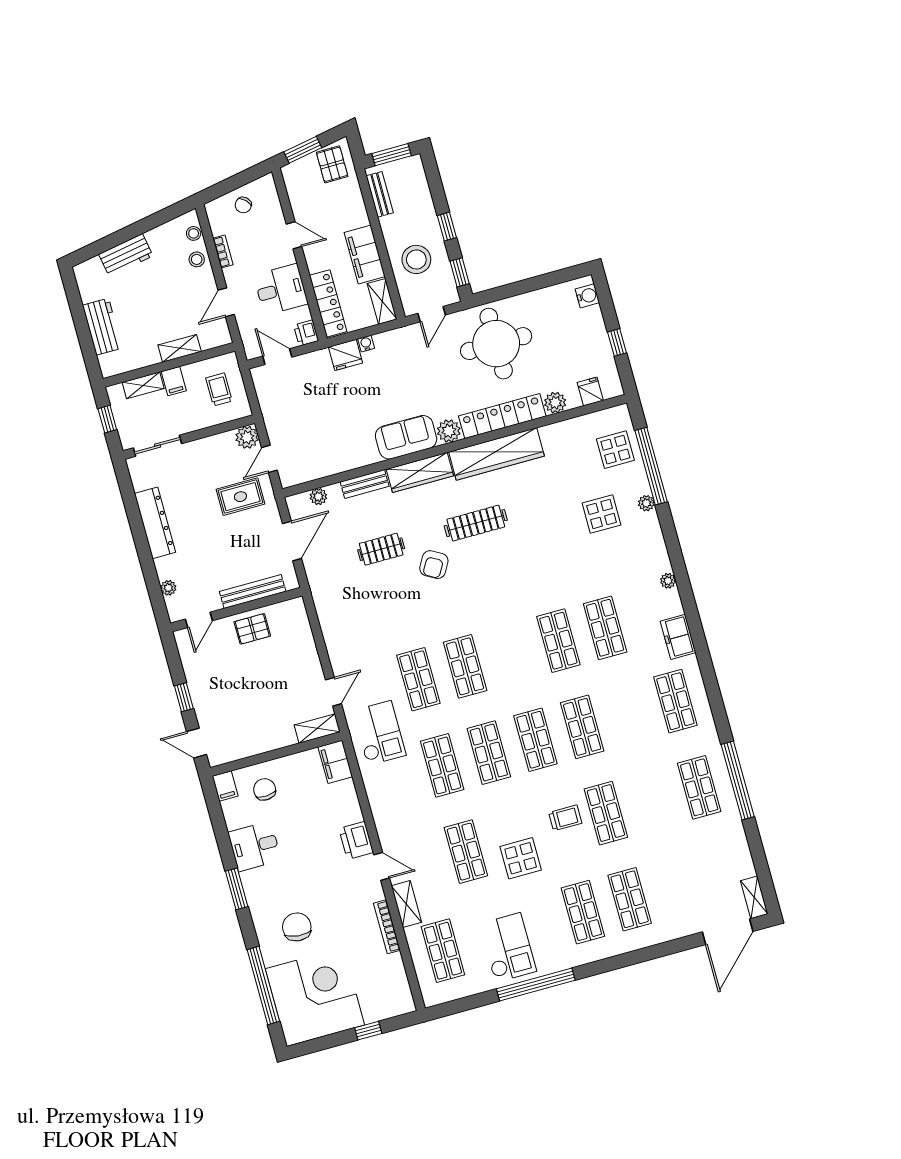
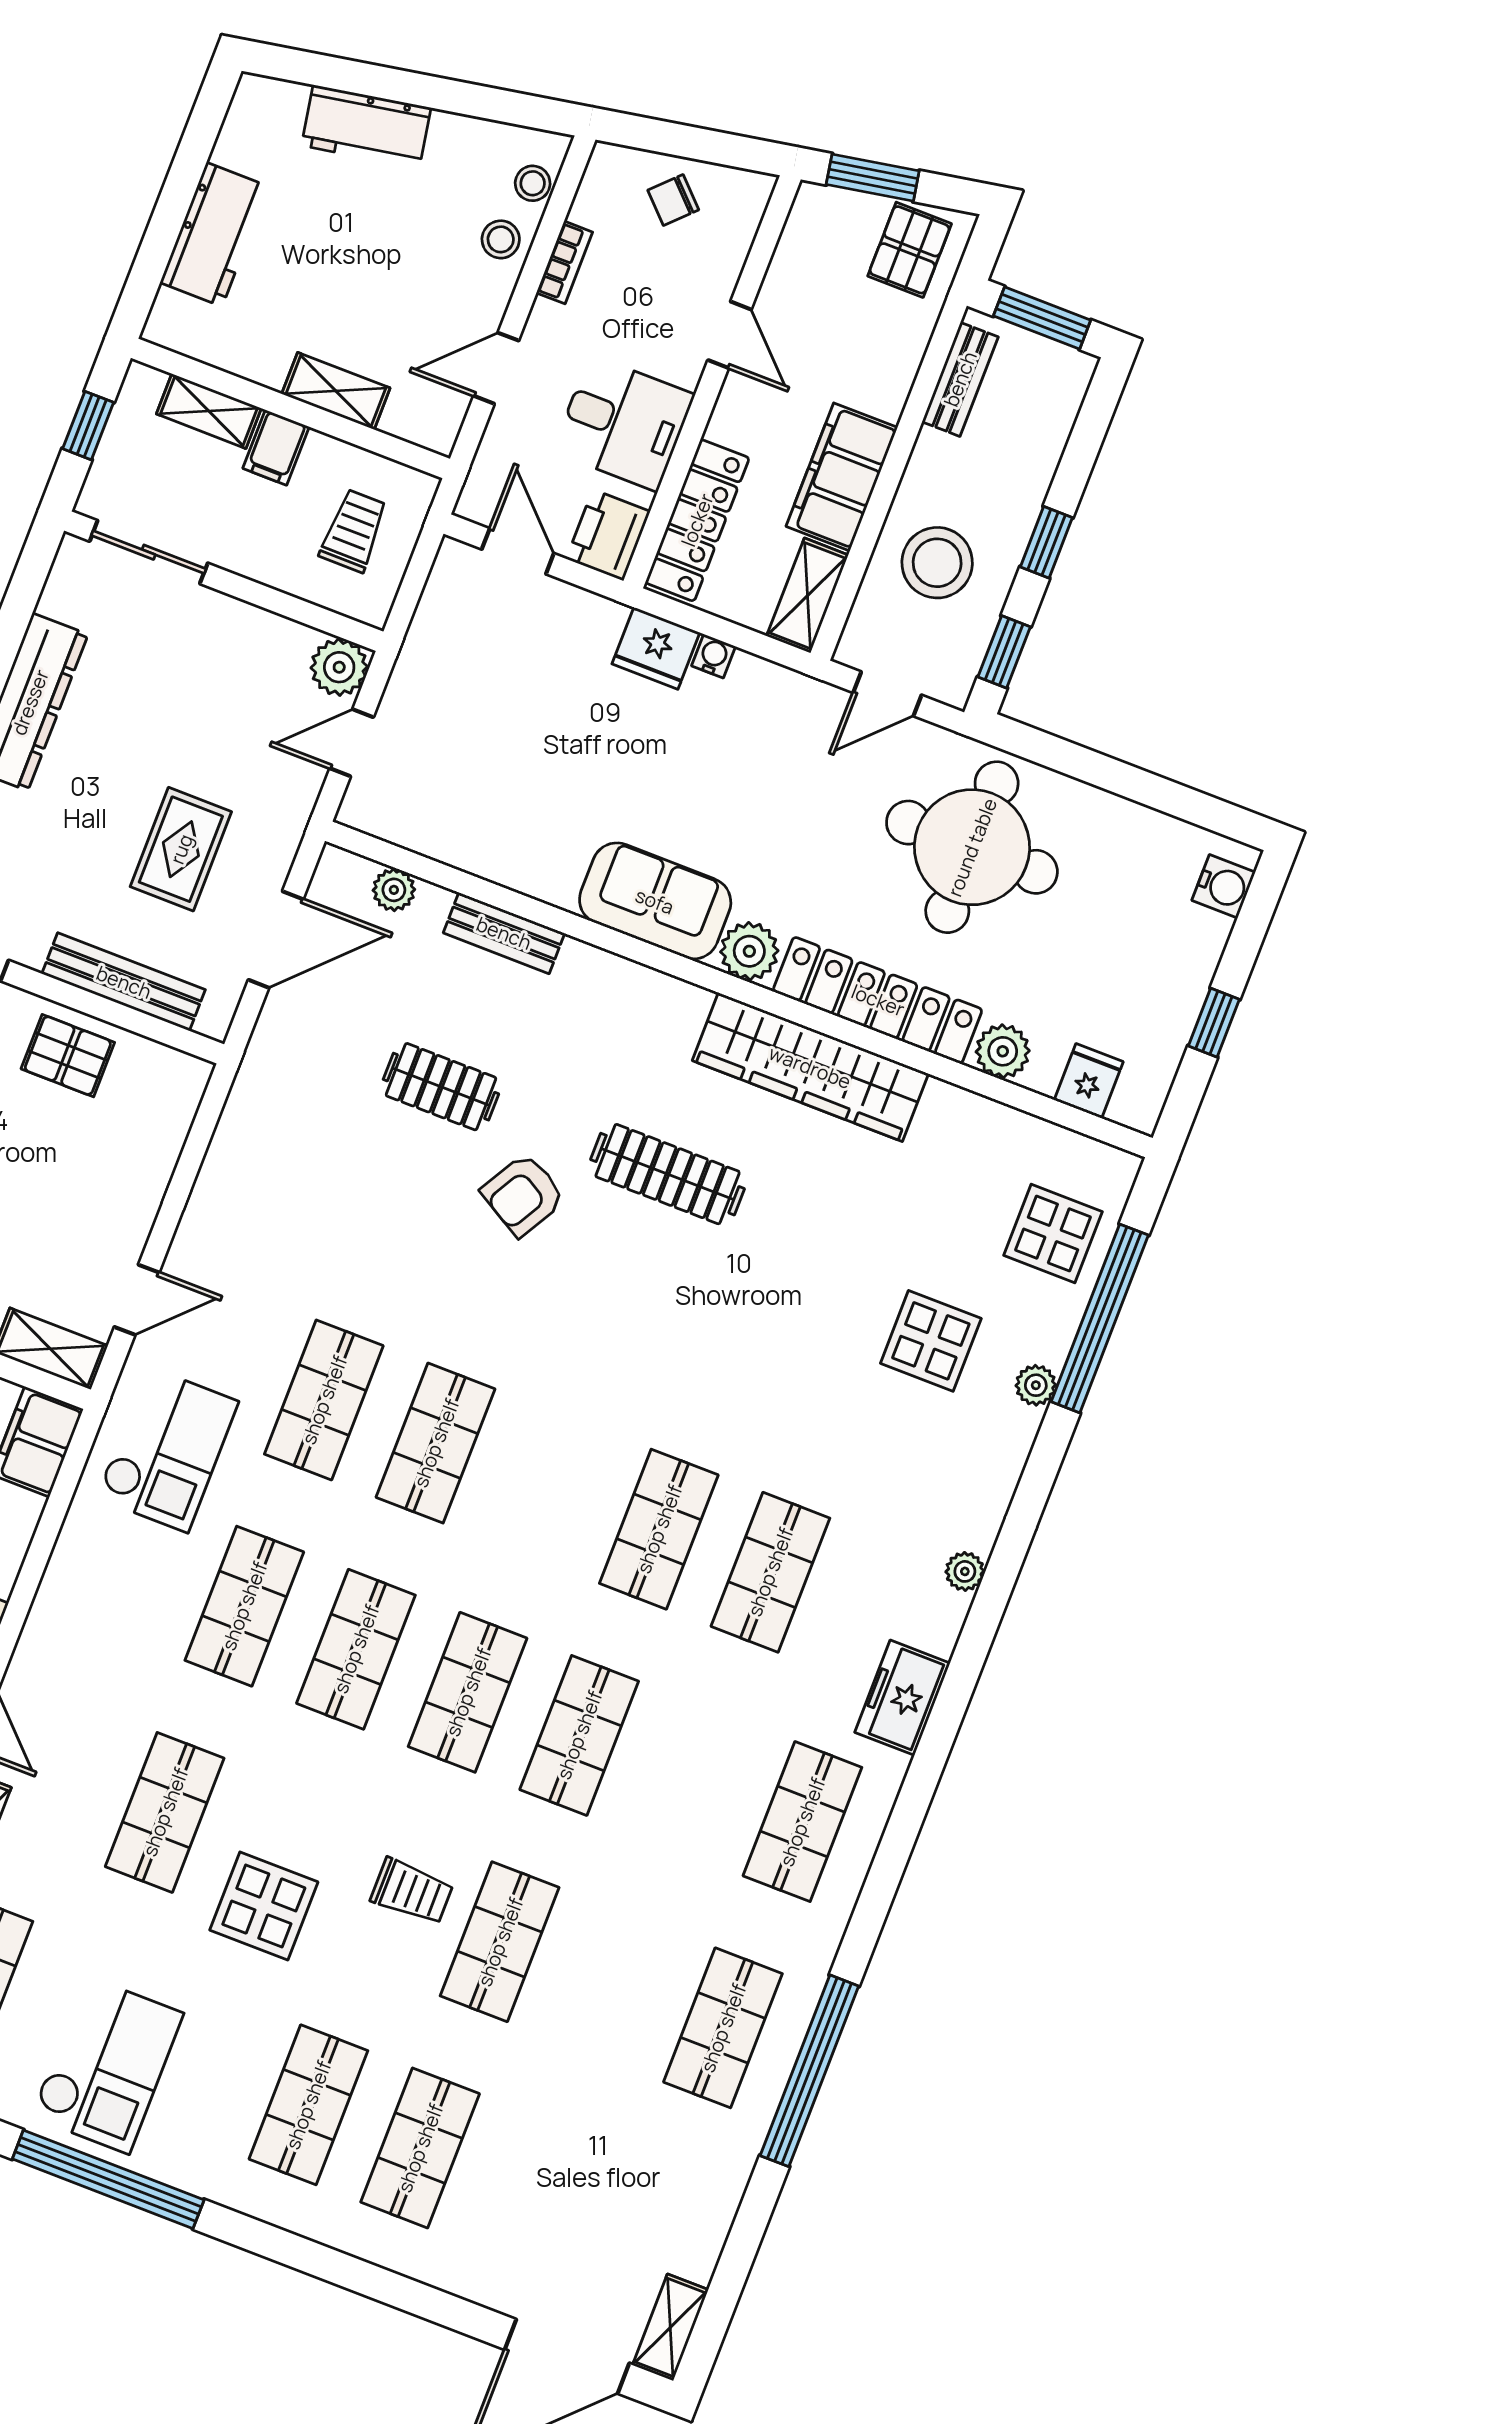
printer: (306, 333) -> (608, 535), width x1.36, depth x1.24
wardrobe: (420, 472) -> (631, 991), removed
rug: (240, 497) -> (181, 849), moved, turned 90

